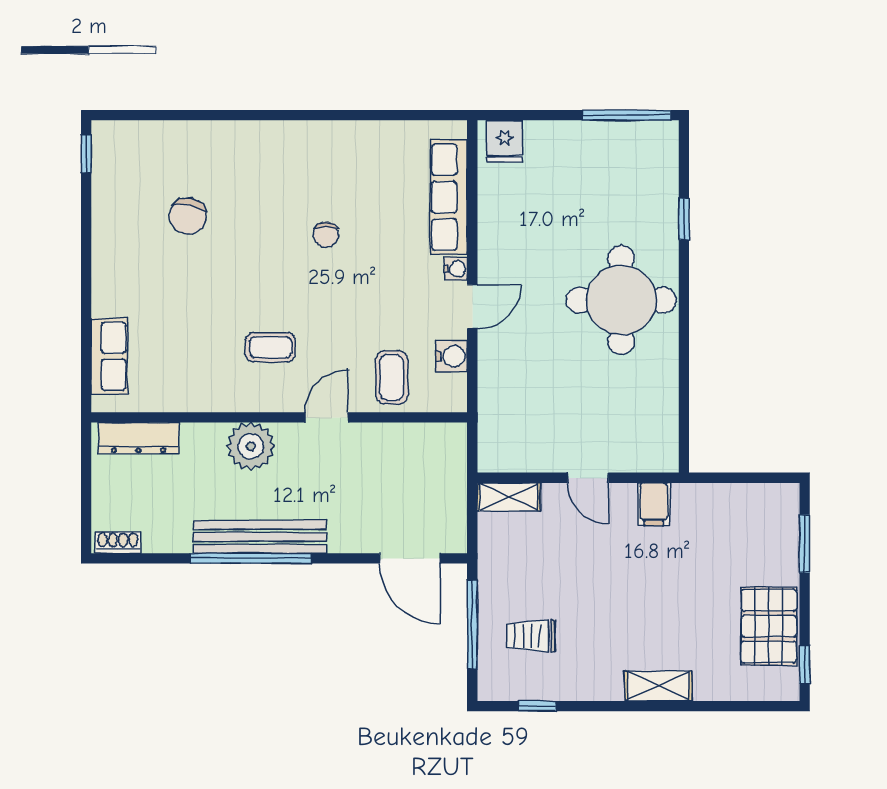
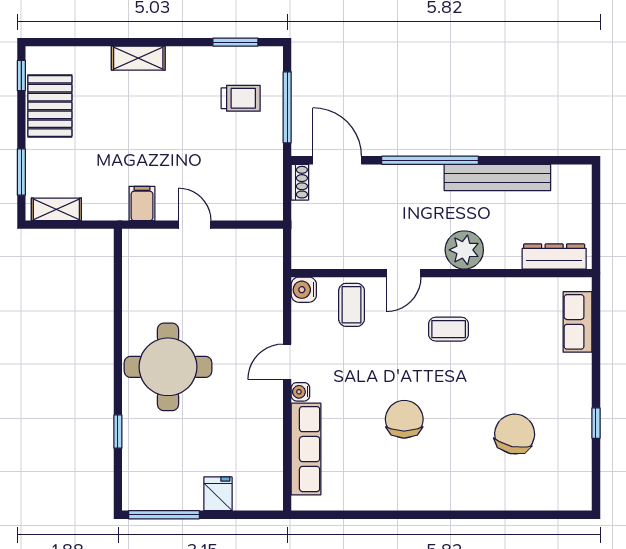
fridge: (505, 141) -> (218, 494), moved
window: (86, 154) -> (596, 423), moved
chair: (188, 216) -> (515, 434), width x1.37, depth x1.37
chair: (326, 235) -> (404, 419), width x1.87, depth x1.87
water cooler: (451, 356) -> (304, 290), moved
shelving: (509, 497) -> (56, 209), moved
bench: (260, 537) -> (497, 178), moved
shoe rack: (118, 542) -> (300, 182), moved, turned -90
window: (251, 558) -> (430, 160), moved
window: (537, 706) -> (235, 42), width x1.50

